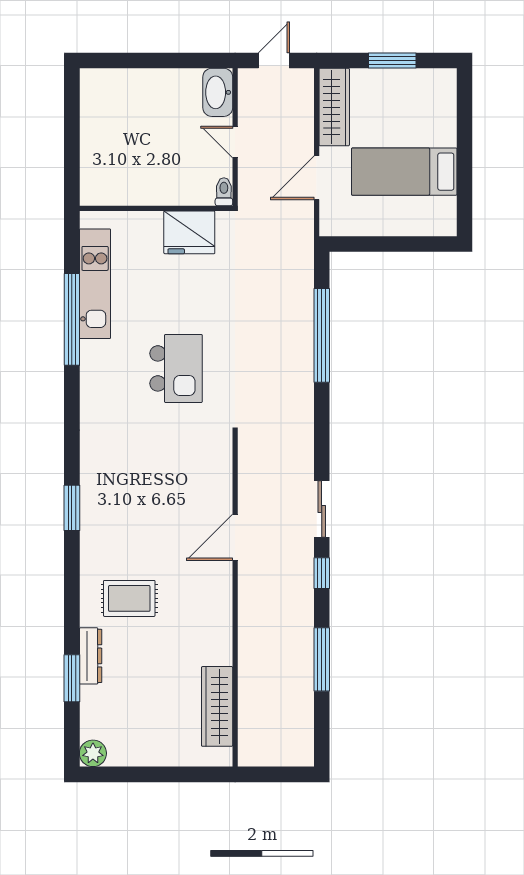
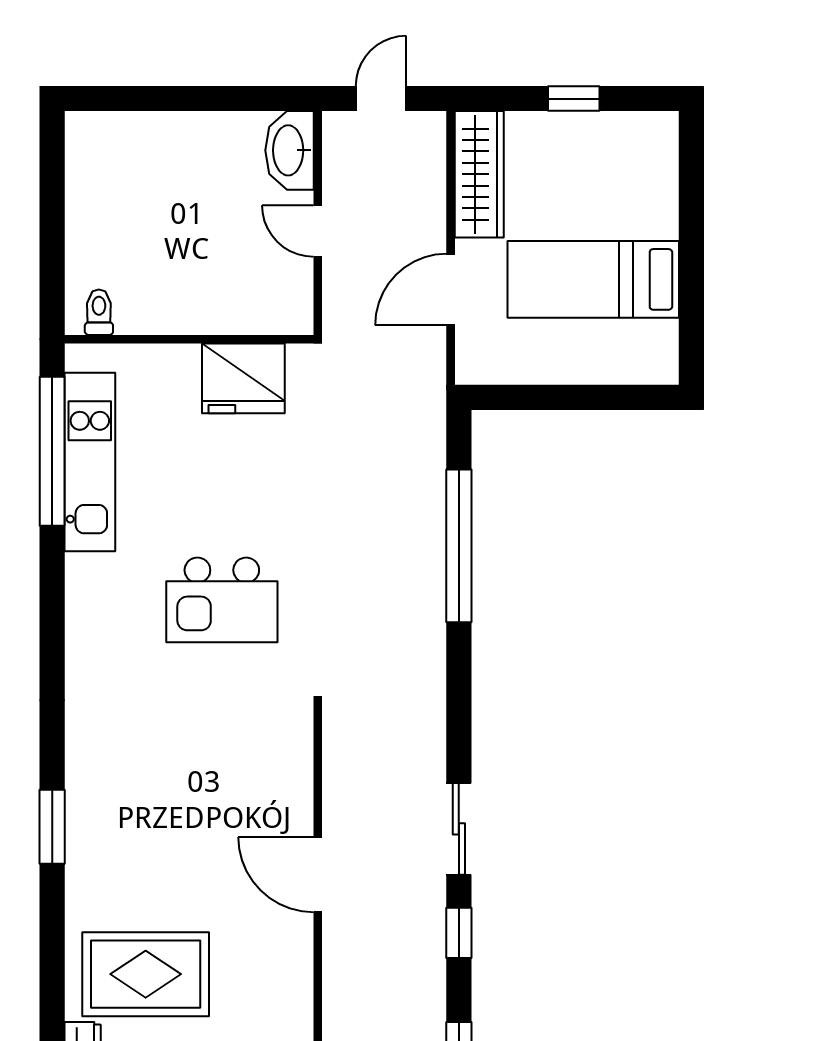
window: (392, 60) -> (574, 99), width x0.67
toilet: (224, 192) -> (99, 312), moved
window: (72, 319) -> (52, 451), moved
kitchen island: (176, 368) -> (222, 600), turned 90
door: (235, 537) -> (318, 875), hinge flipped
rug: (129, 598) -> (146, 974), width x1.36, depth x1.43

